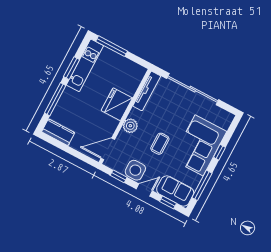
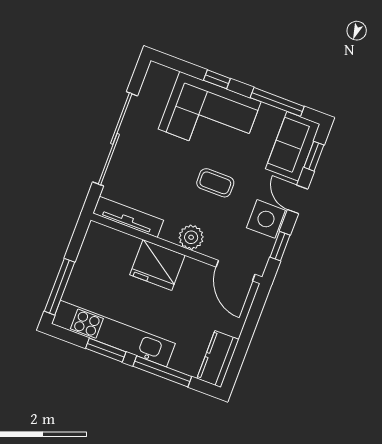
kitchen unit: (85, 65) -> (113, 334), width x1.36

